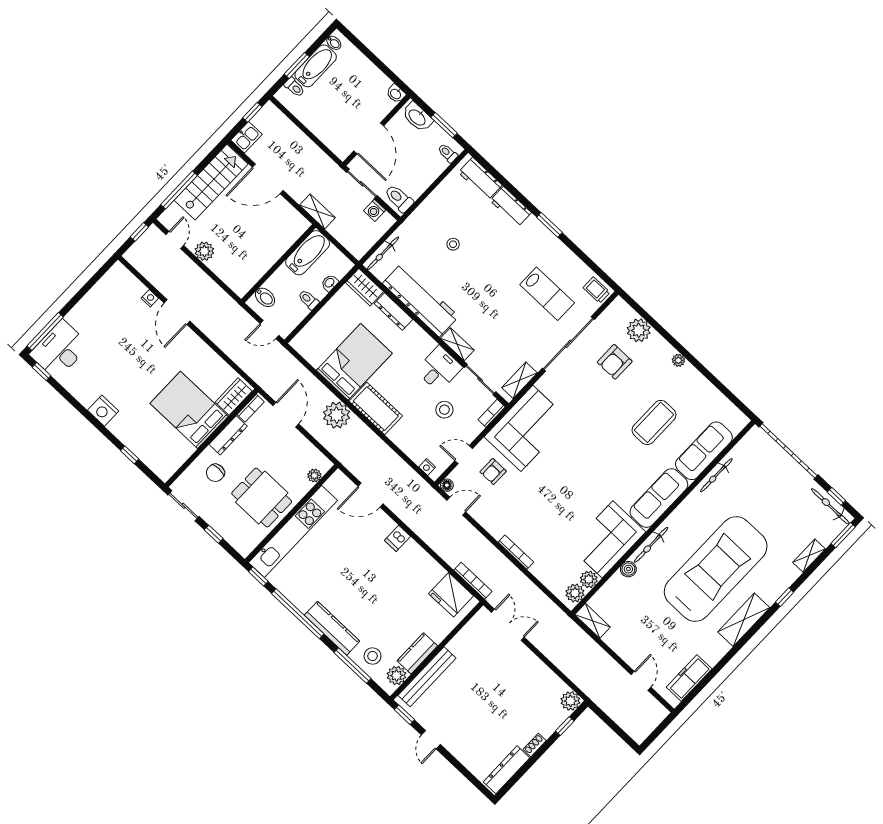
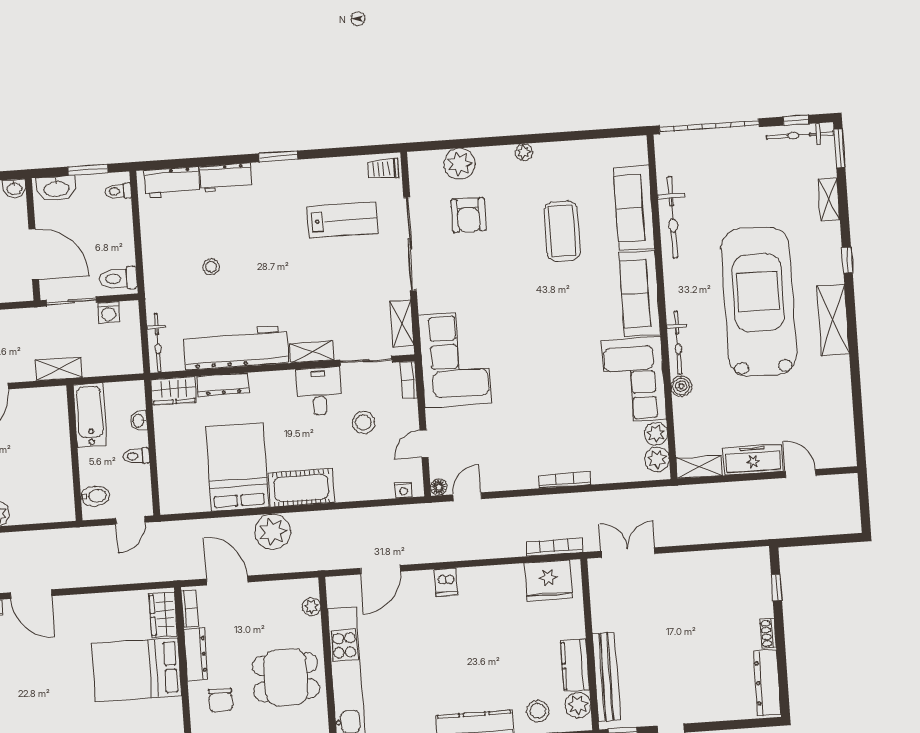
armchair: (493, 472) -> (467, 430), removed
bicycle: (716, 475) -> (672, 217), width x1.37, depth x1.40
freezer: (689, 678) -> (753, 460), moved, turned 90
plant: (570, 701) -> (757, 560), removed

